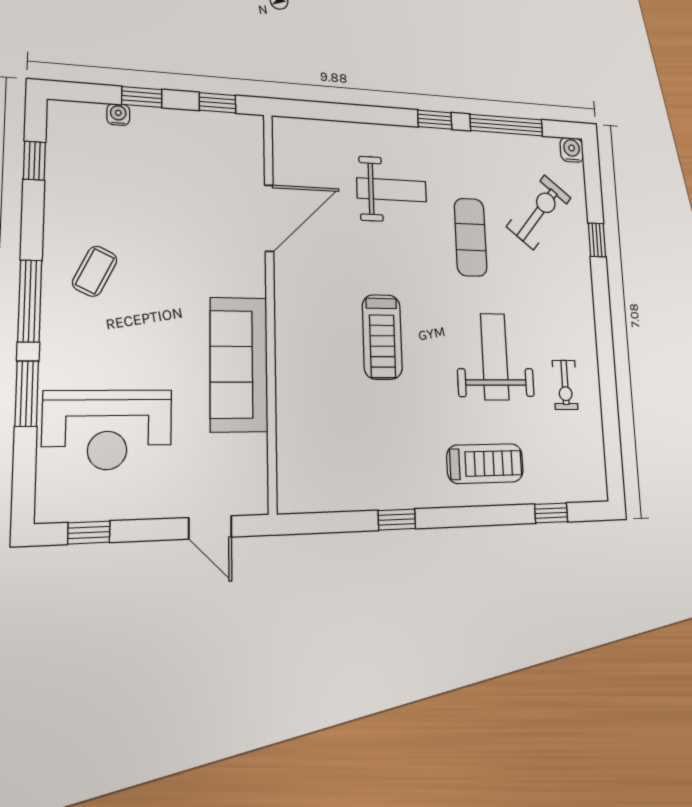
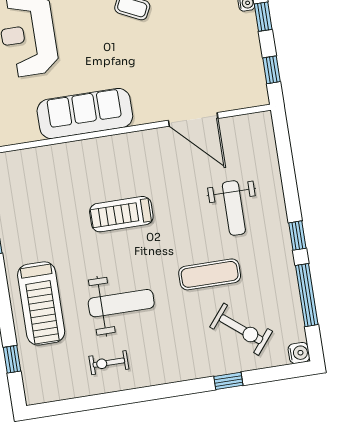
treadmill: (485, 464) -> (41, 303), width x1.37, depth x1.38

